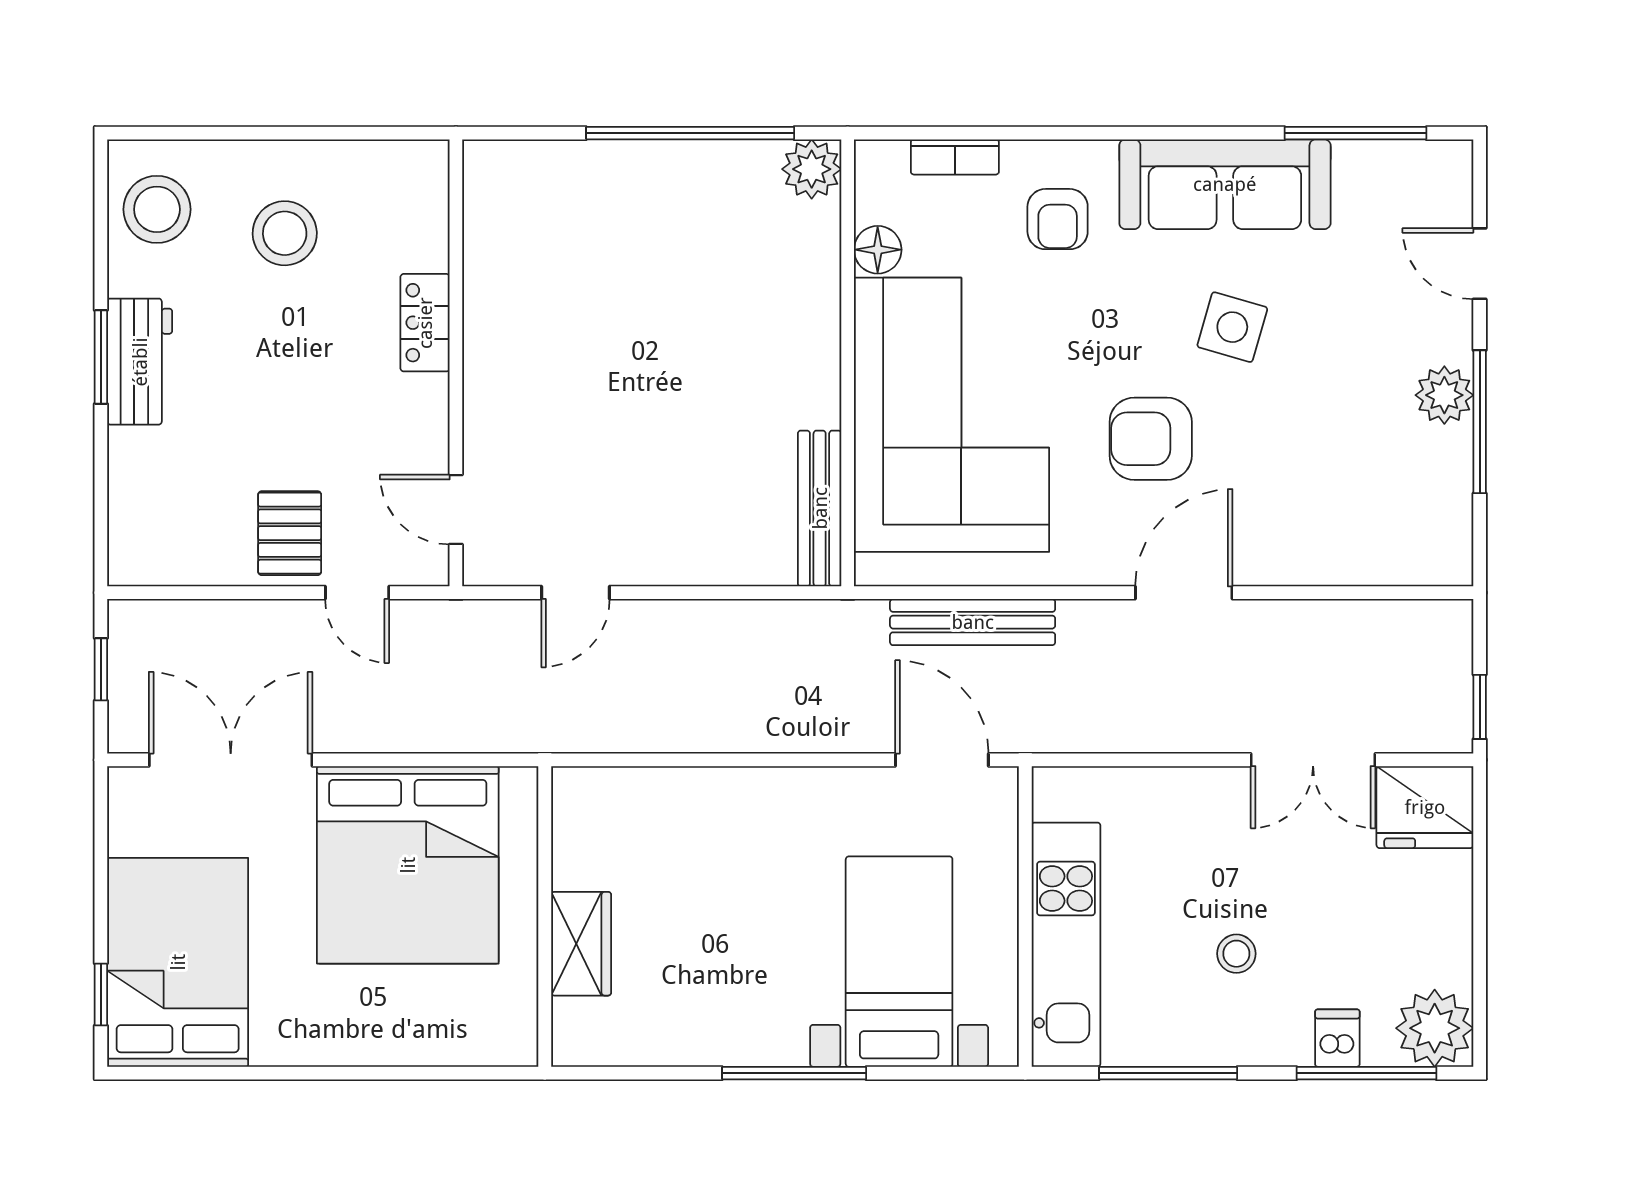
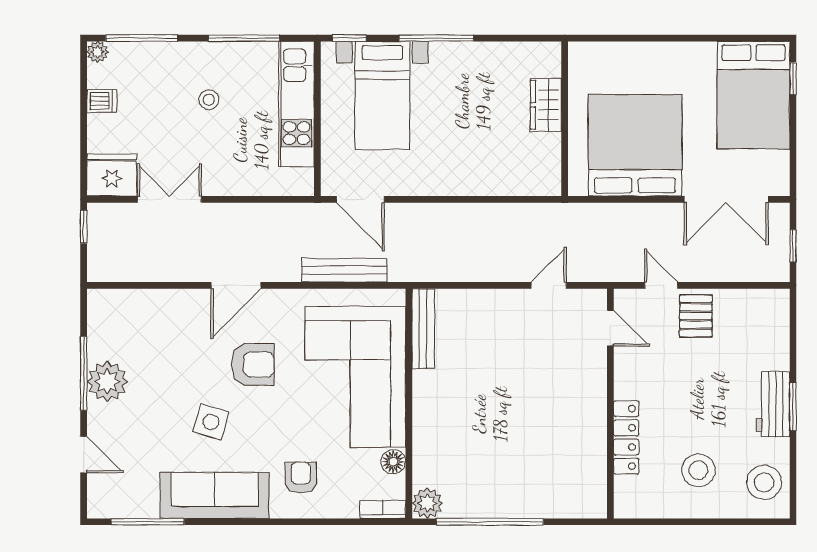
bookcase: (955, 157) -> (383, 509), moved
locker: (425, 323) -> (626, 437), width x1.53
plant: (1444, 395) -> (107, 382), width x1.36, depth x1.36
plant: (1435, 1028) -> (98, 52), width x0.53, depth x0.53
dishwasher: (1337, 1038) -> (102, 101), moved, turned -90
window: (963, 1073) -> (349, 38), added

